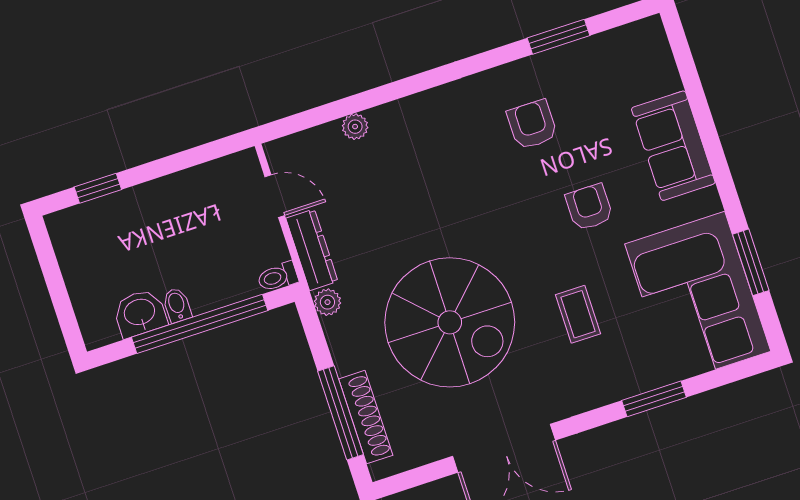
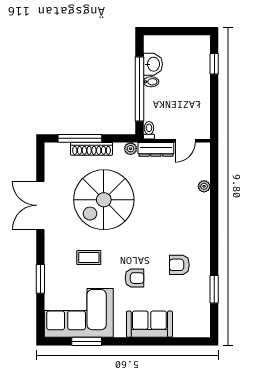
armchair: (532, 124) -> (179, 265), turned 180
shoe rack: (366, 417) -> (92, 149), moved

